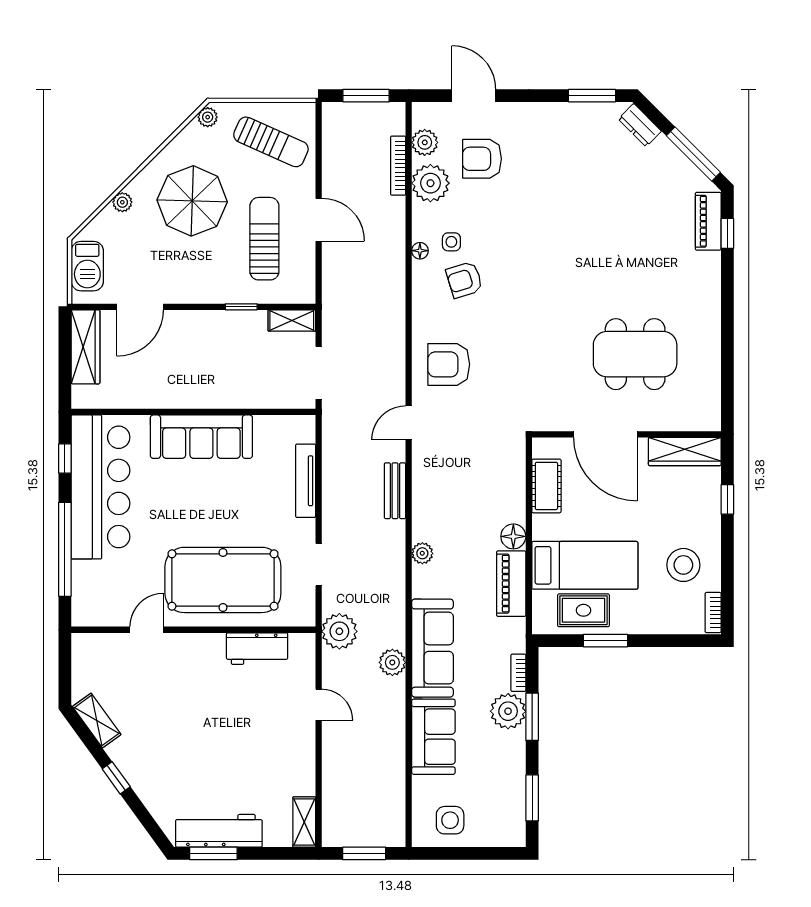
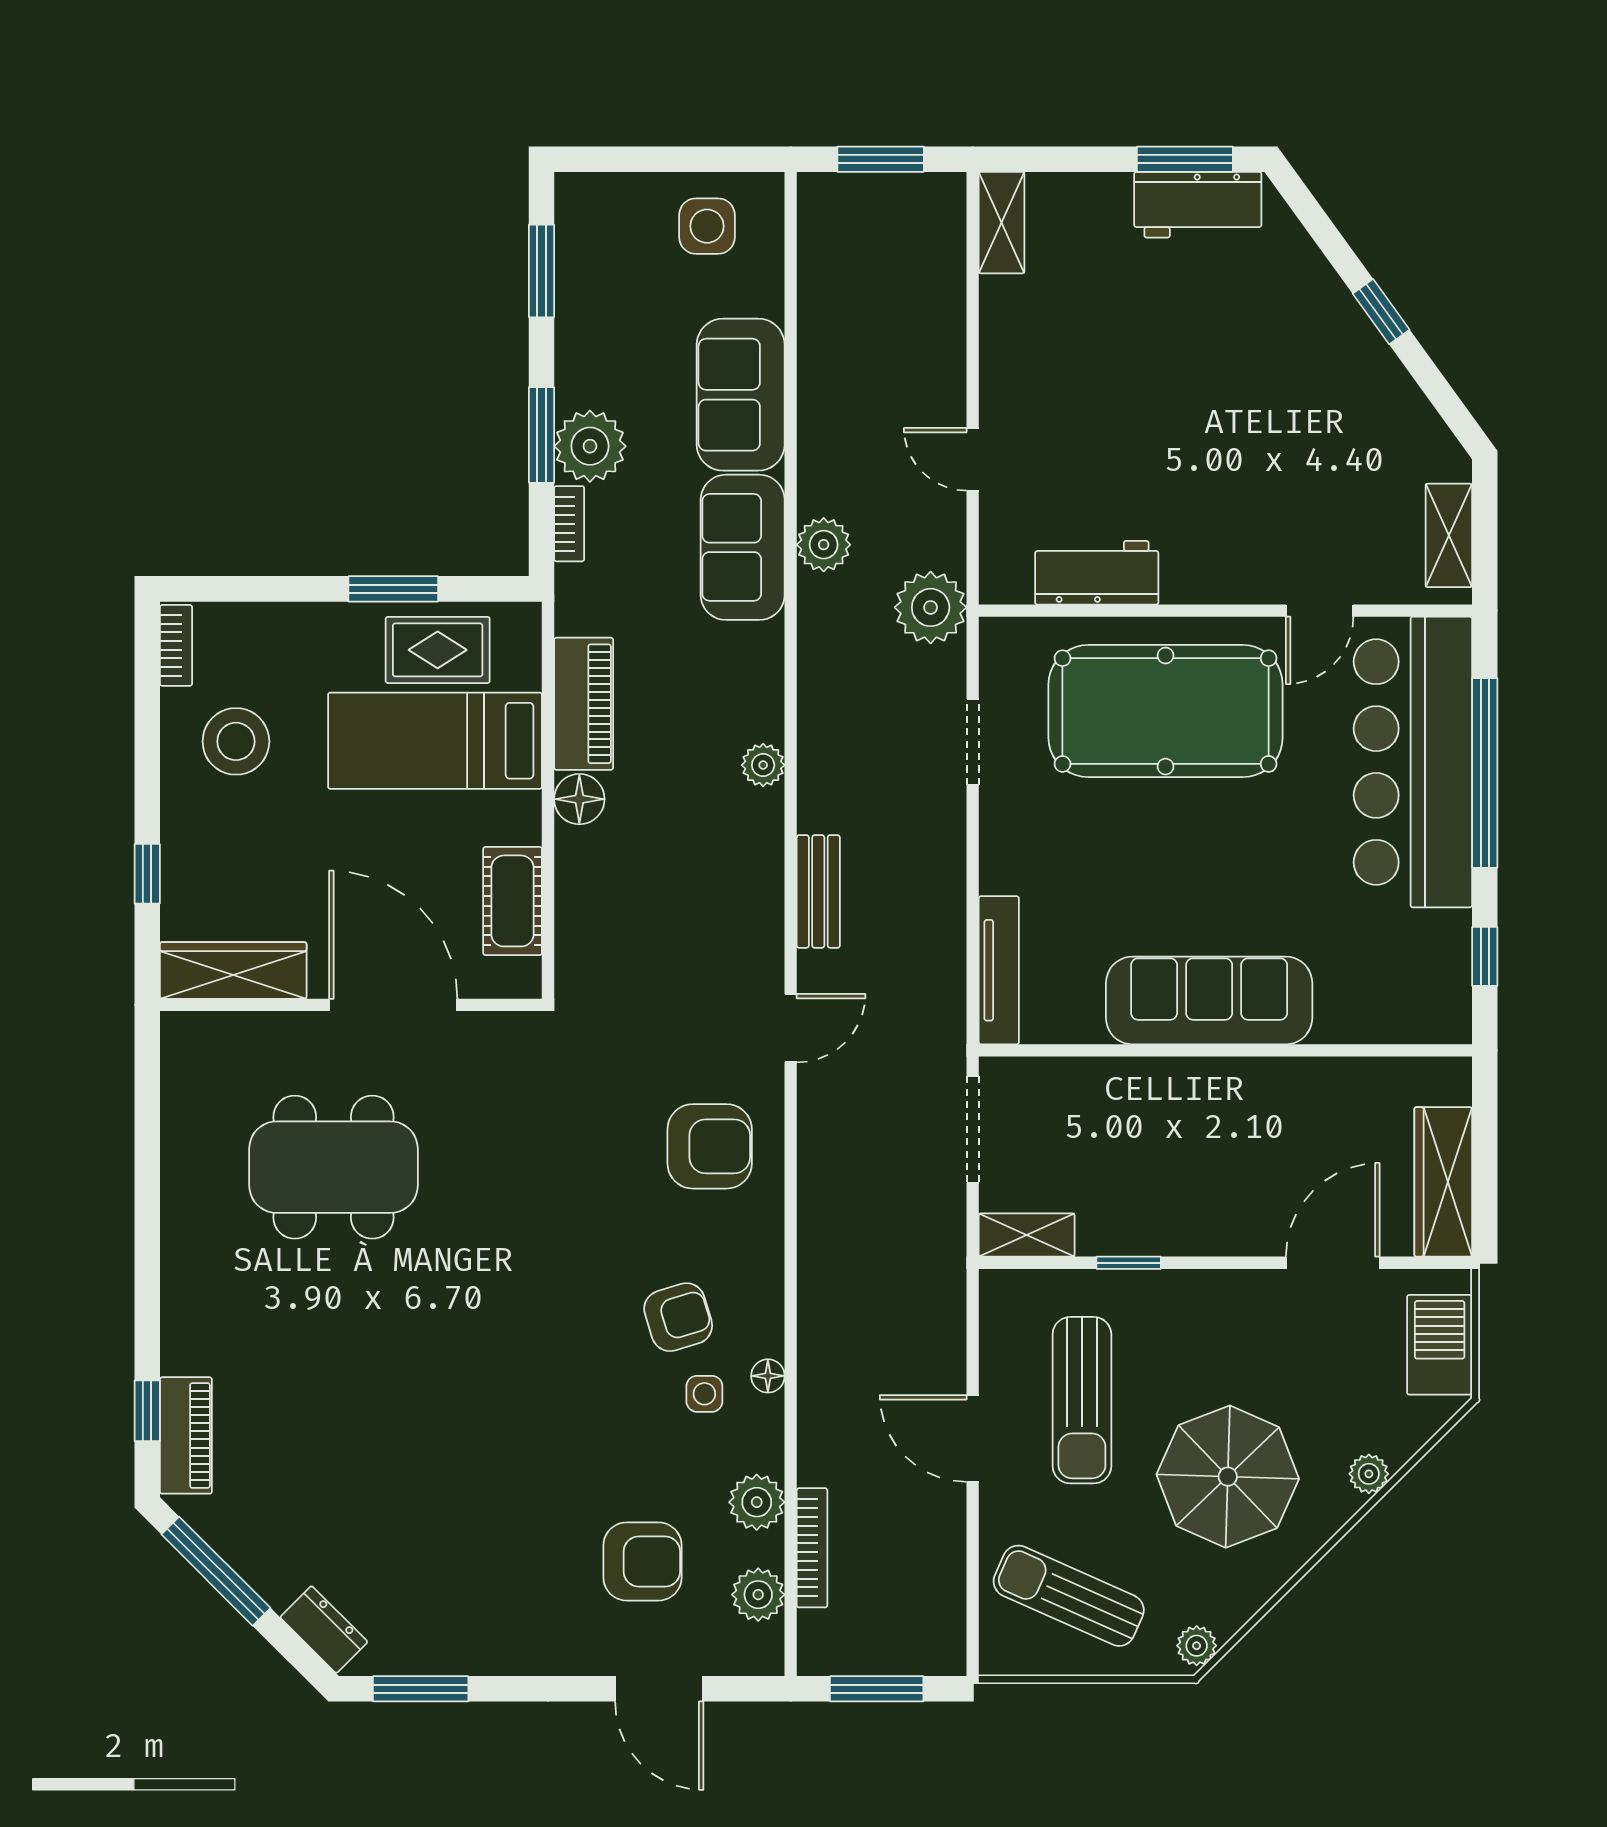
plant: (430, 183) -> (757, 1502), width x0.73, depth x0.73
tv unit: (306, 481) -> (999, 970), moved
bar counter: (100, 487) -> (1413, 762), moved
sofa: (432, 648) -> (743, 547), width x0.73
shelving: (97, 720) -> (1449, 535), moved, turned 36
workbench: (219, 831) -> (1198, 205), width x0.73

